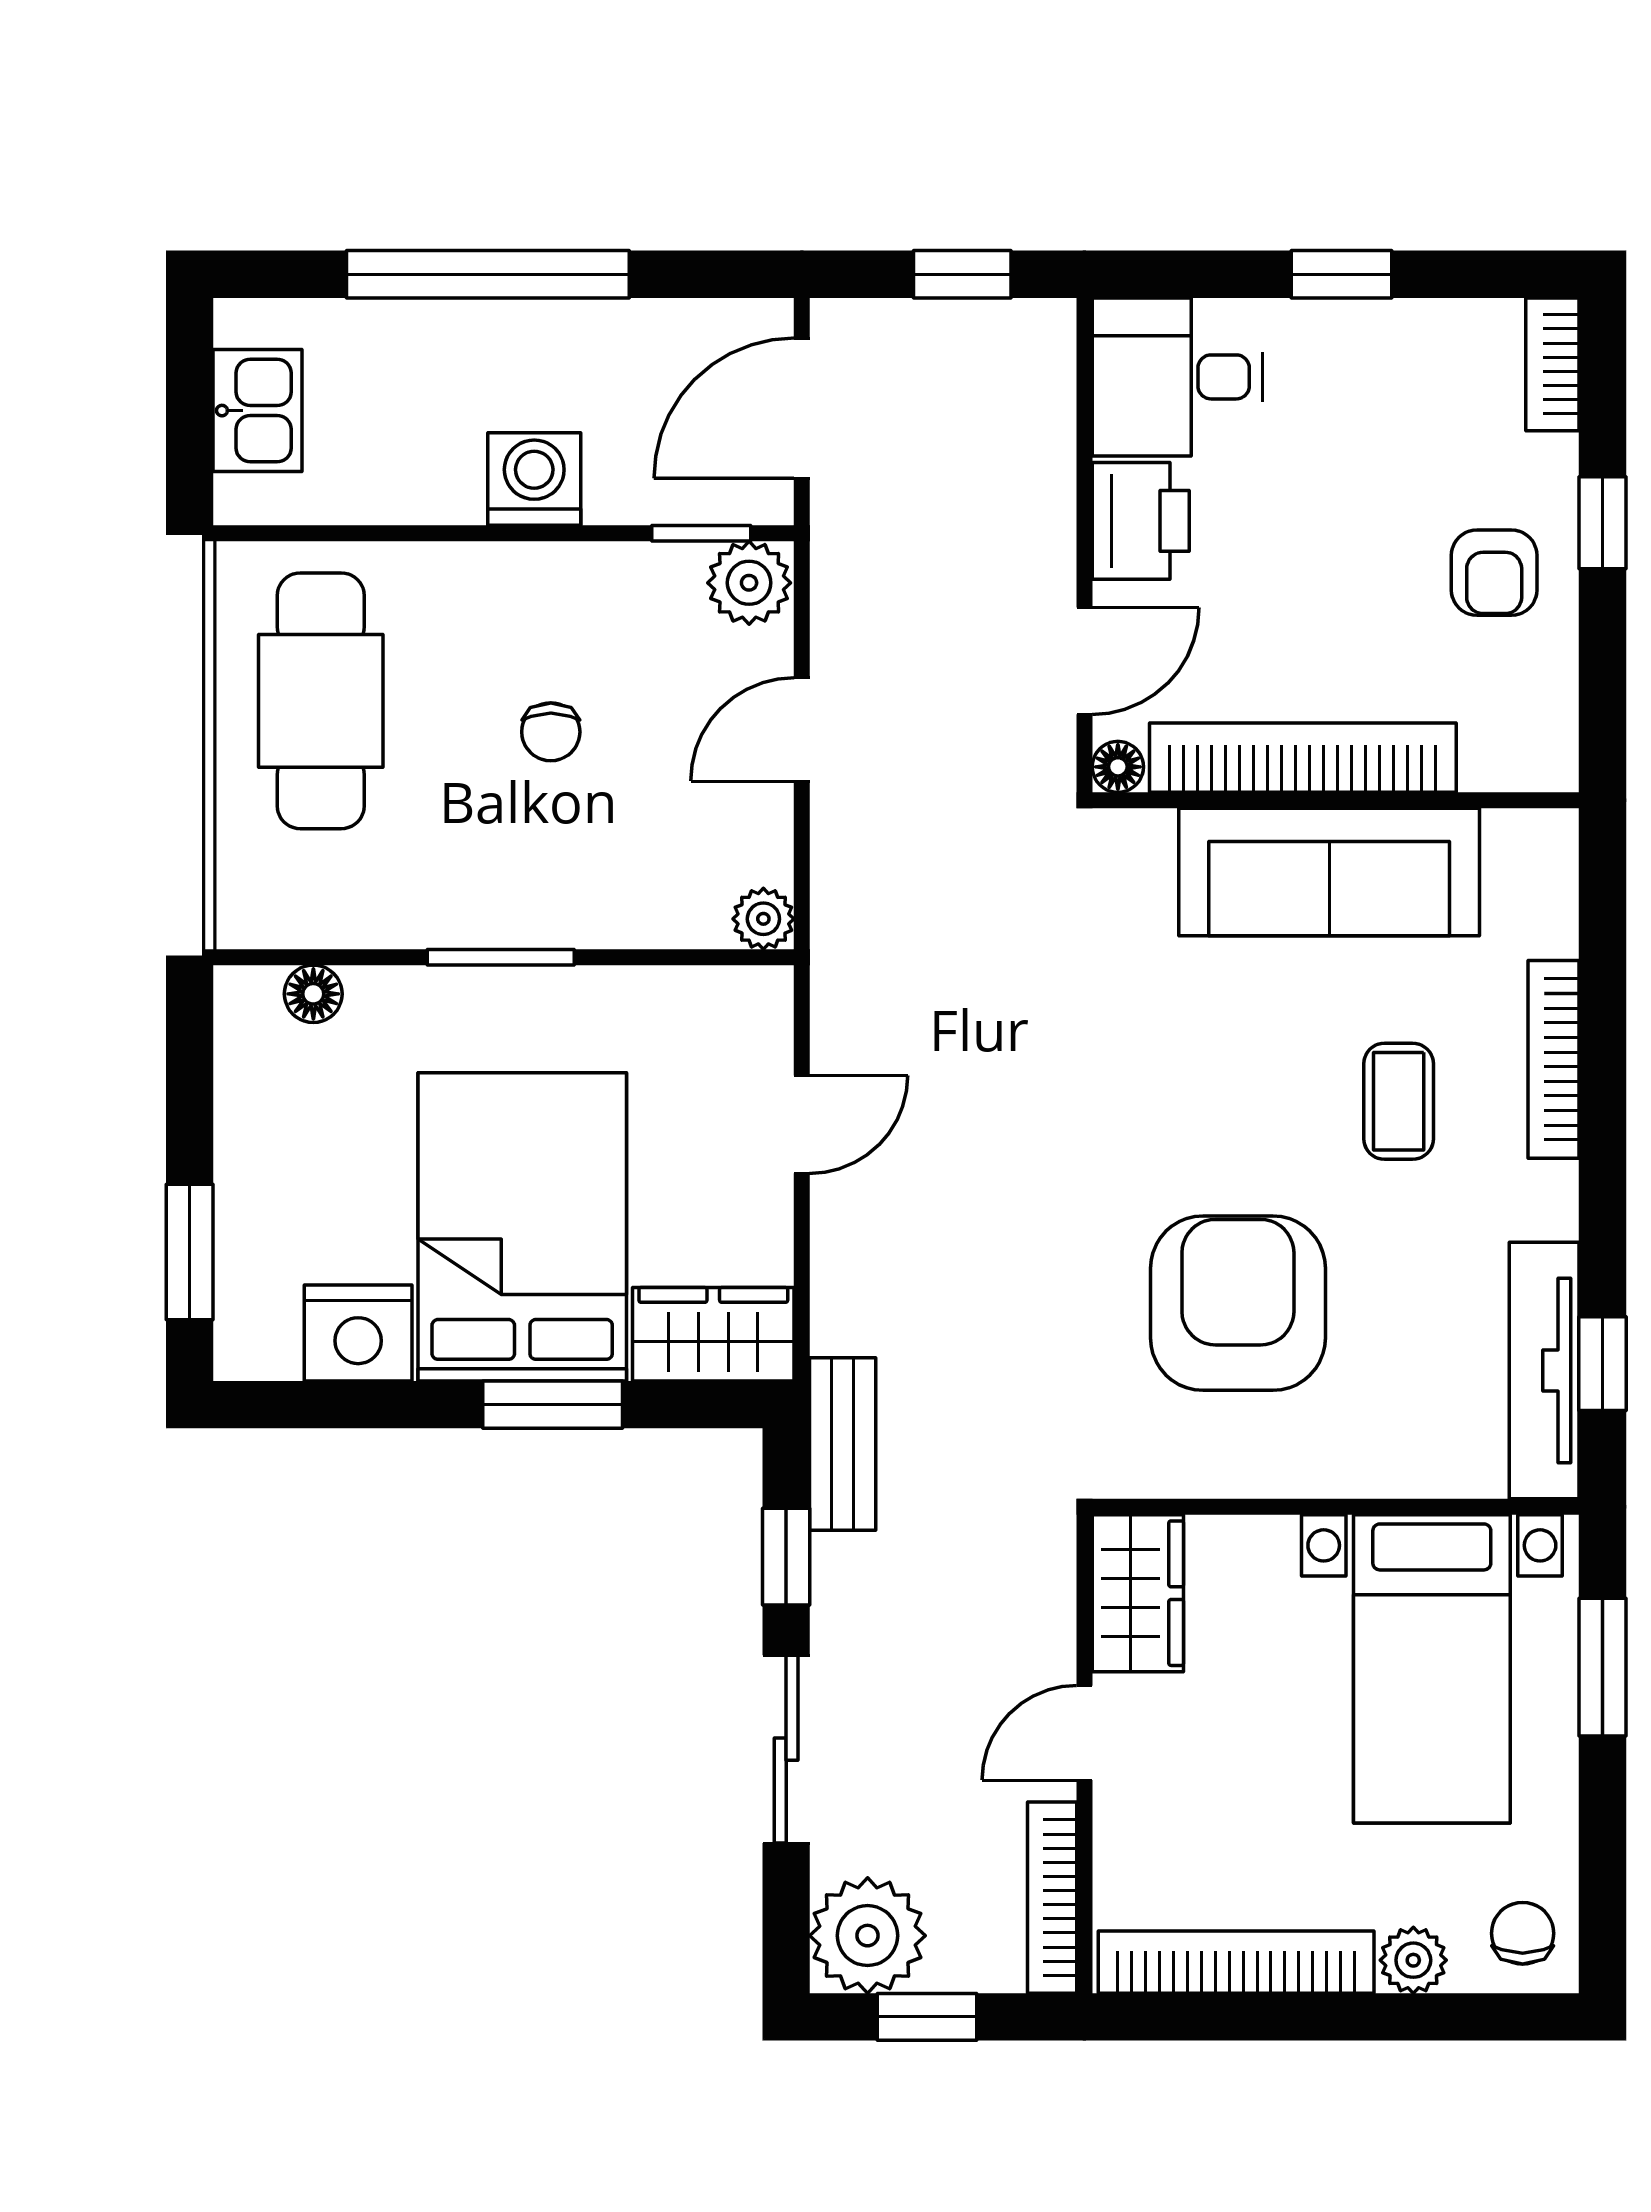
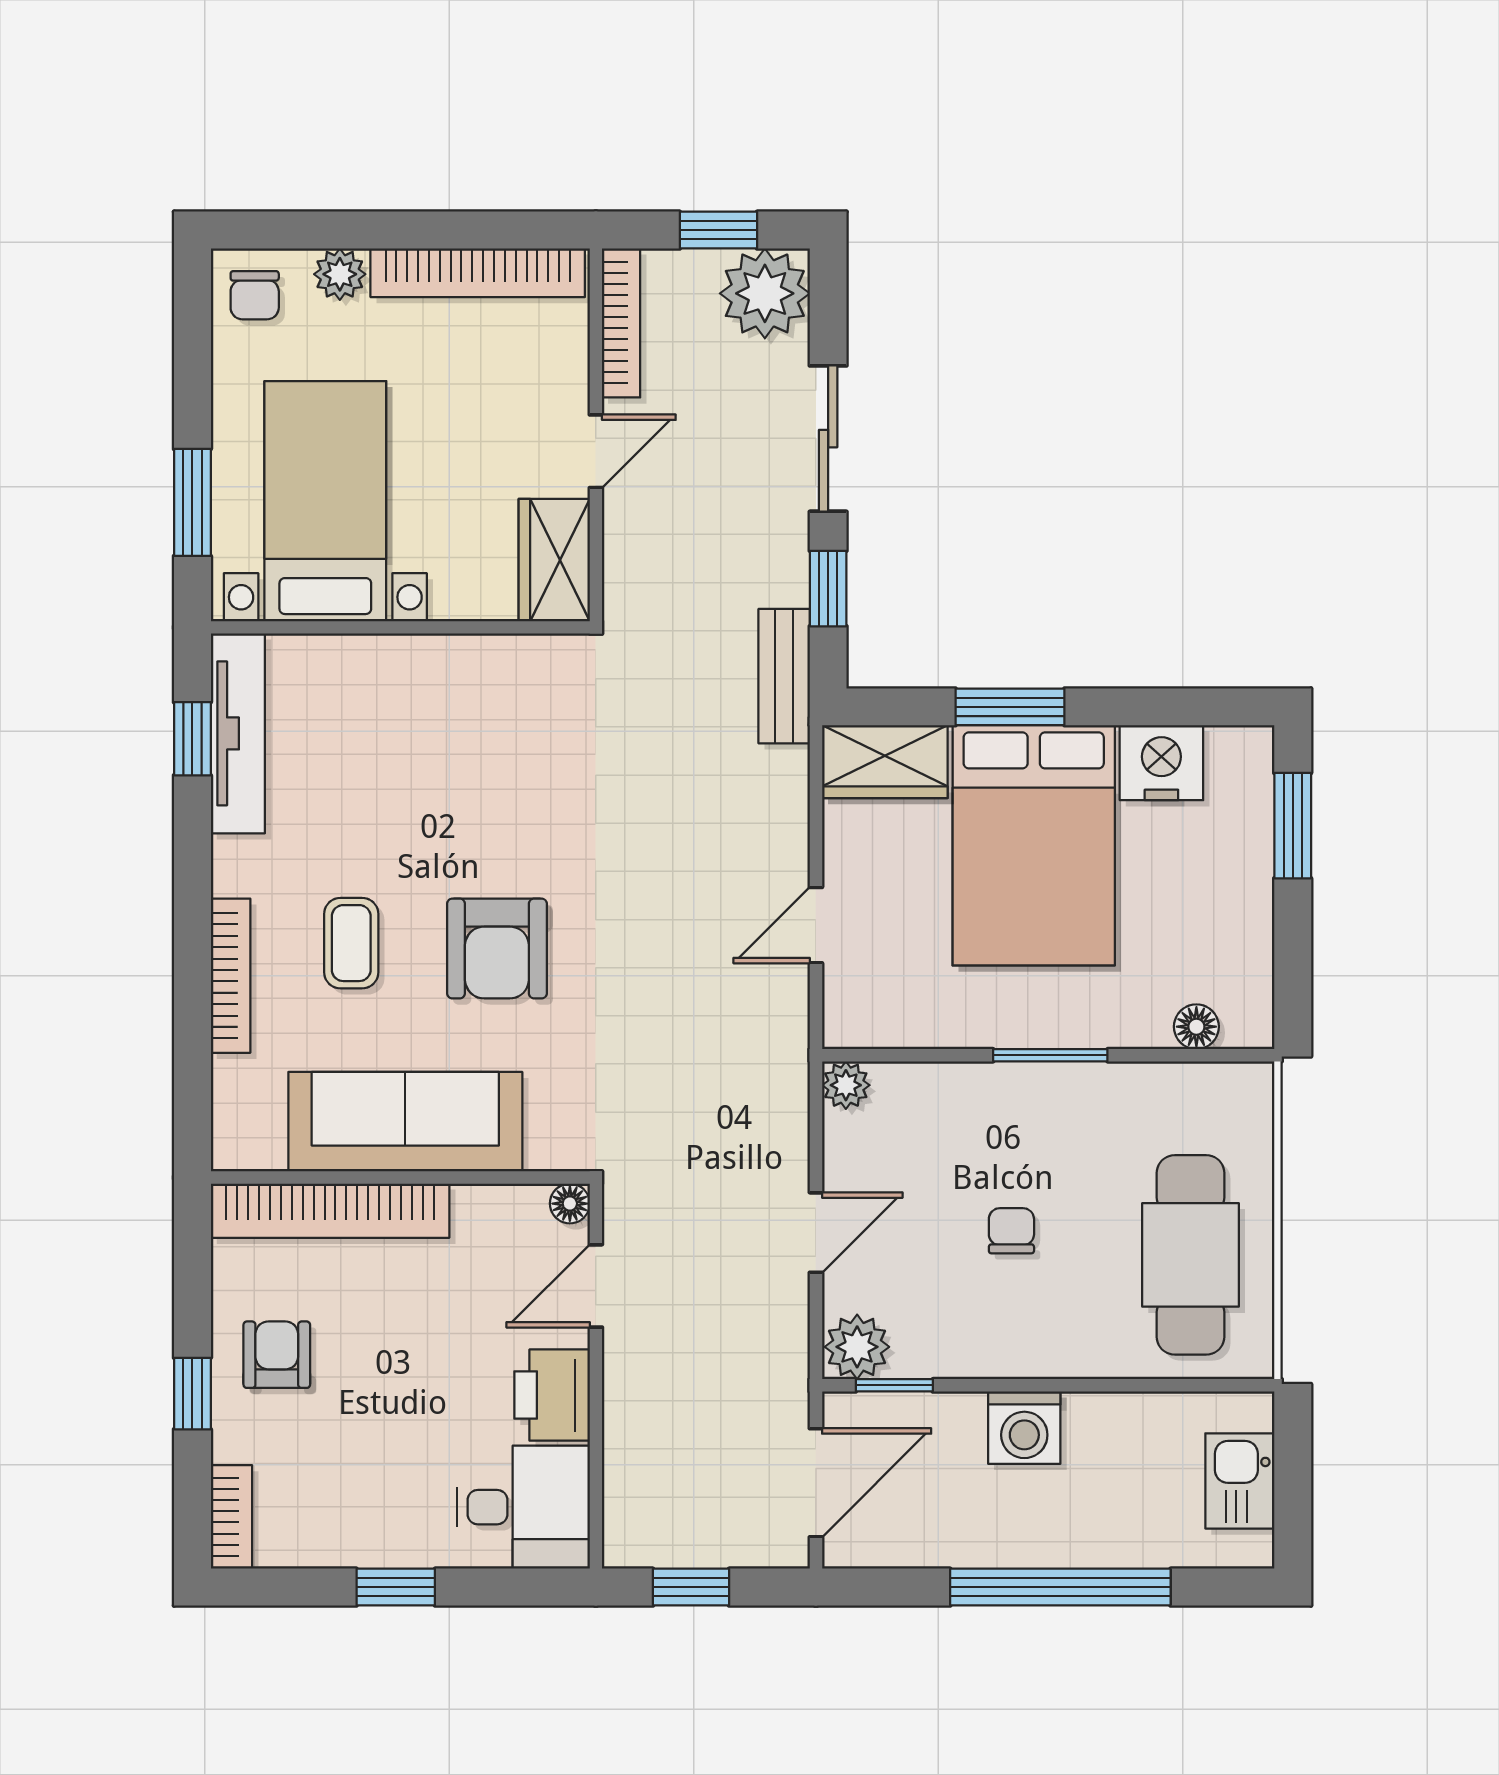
bookcase: (1303, 758) -> (330, 1211), moved
armchair: (1238, 1303) -> (497, 949), moved, width x0.73, depth x0.73

